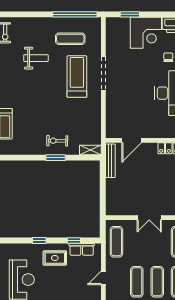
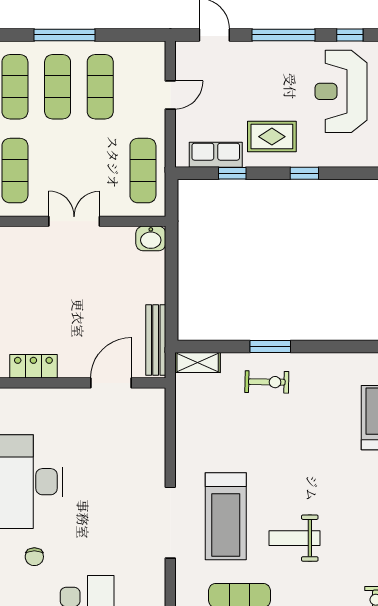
weight bench: (36, 58) -> (295, 538), moved
washbasin: (113, 209) -> (151, 238), added

